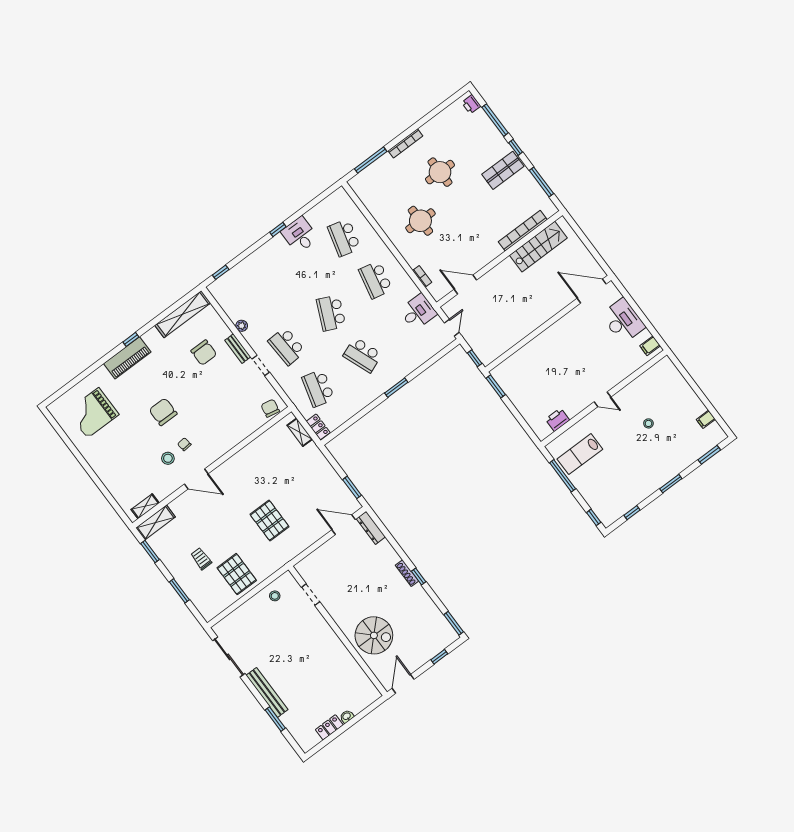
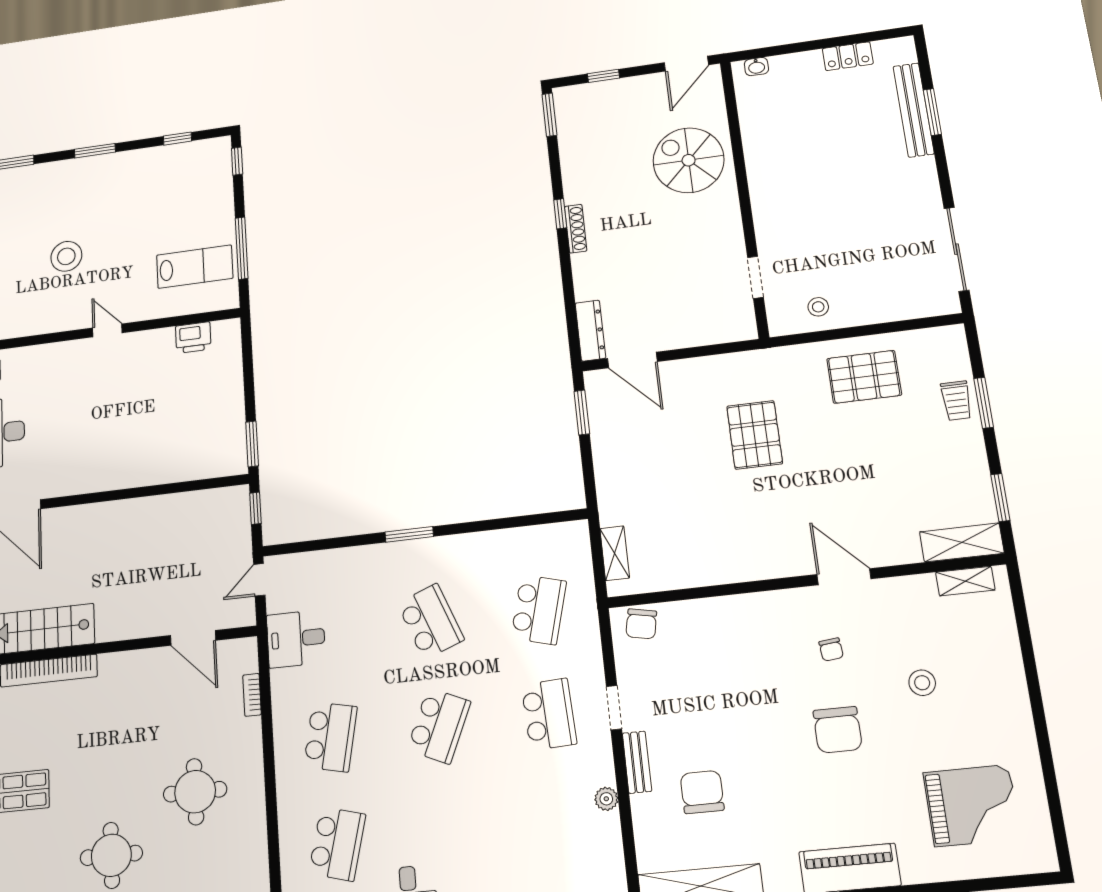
stool: (648, 423) -> (66, 256), width x1.89, depth x1.89
locker: (318, 427) -> (578, 544), removed
stool: (168, 458) -> (922, 683), moved
trolley: (201, 559) -> (956, 401), moved
pallet: (237, 574) -> (864, 377), turned 90
bench: (267, 692) -> (914, 110), moved
washbasin: (347, 716) -> (756, 67), moved

